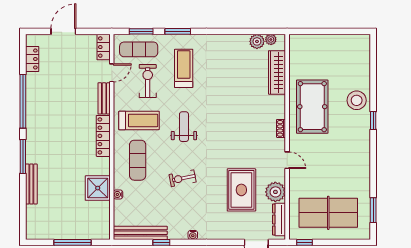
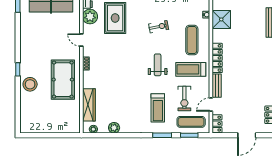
plant: (257, 41) -> (114, 128), moved
weight bench: (184, 127) -> (158, 65), turned 180

